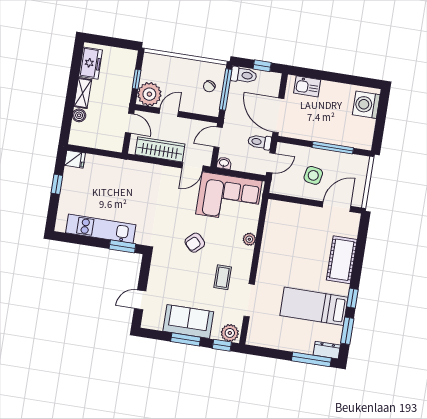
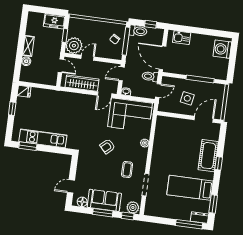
freezer: (91, 63) -> (54, 21), moved, turned 90
window: (122, 246) -> (28, 146), moved
window: (352, 298) -> (219, 163), moved
floor lamp: (156, 323) -> (82, 202), added

